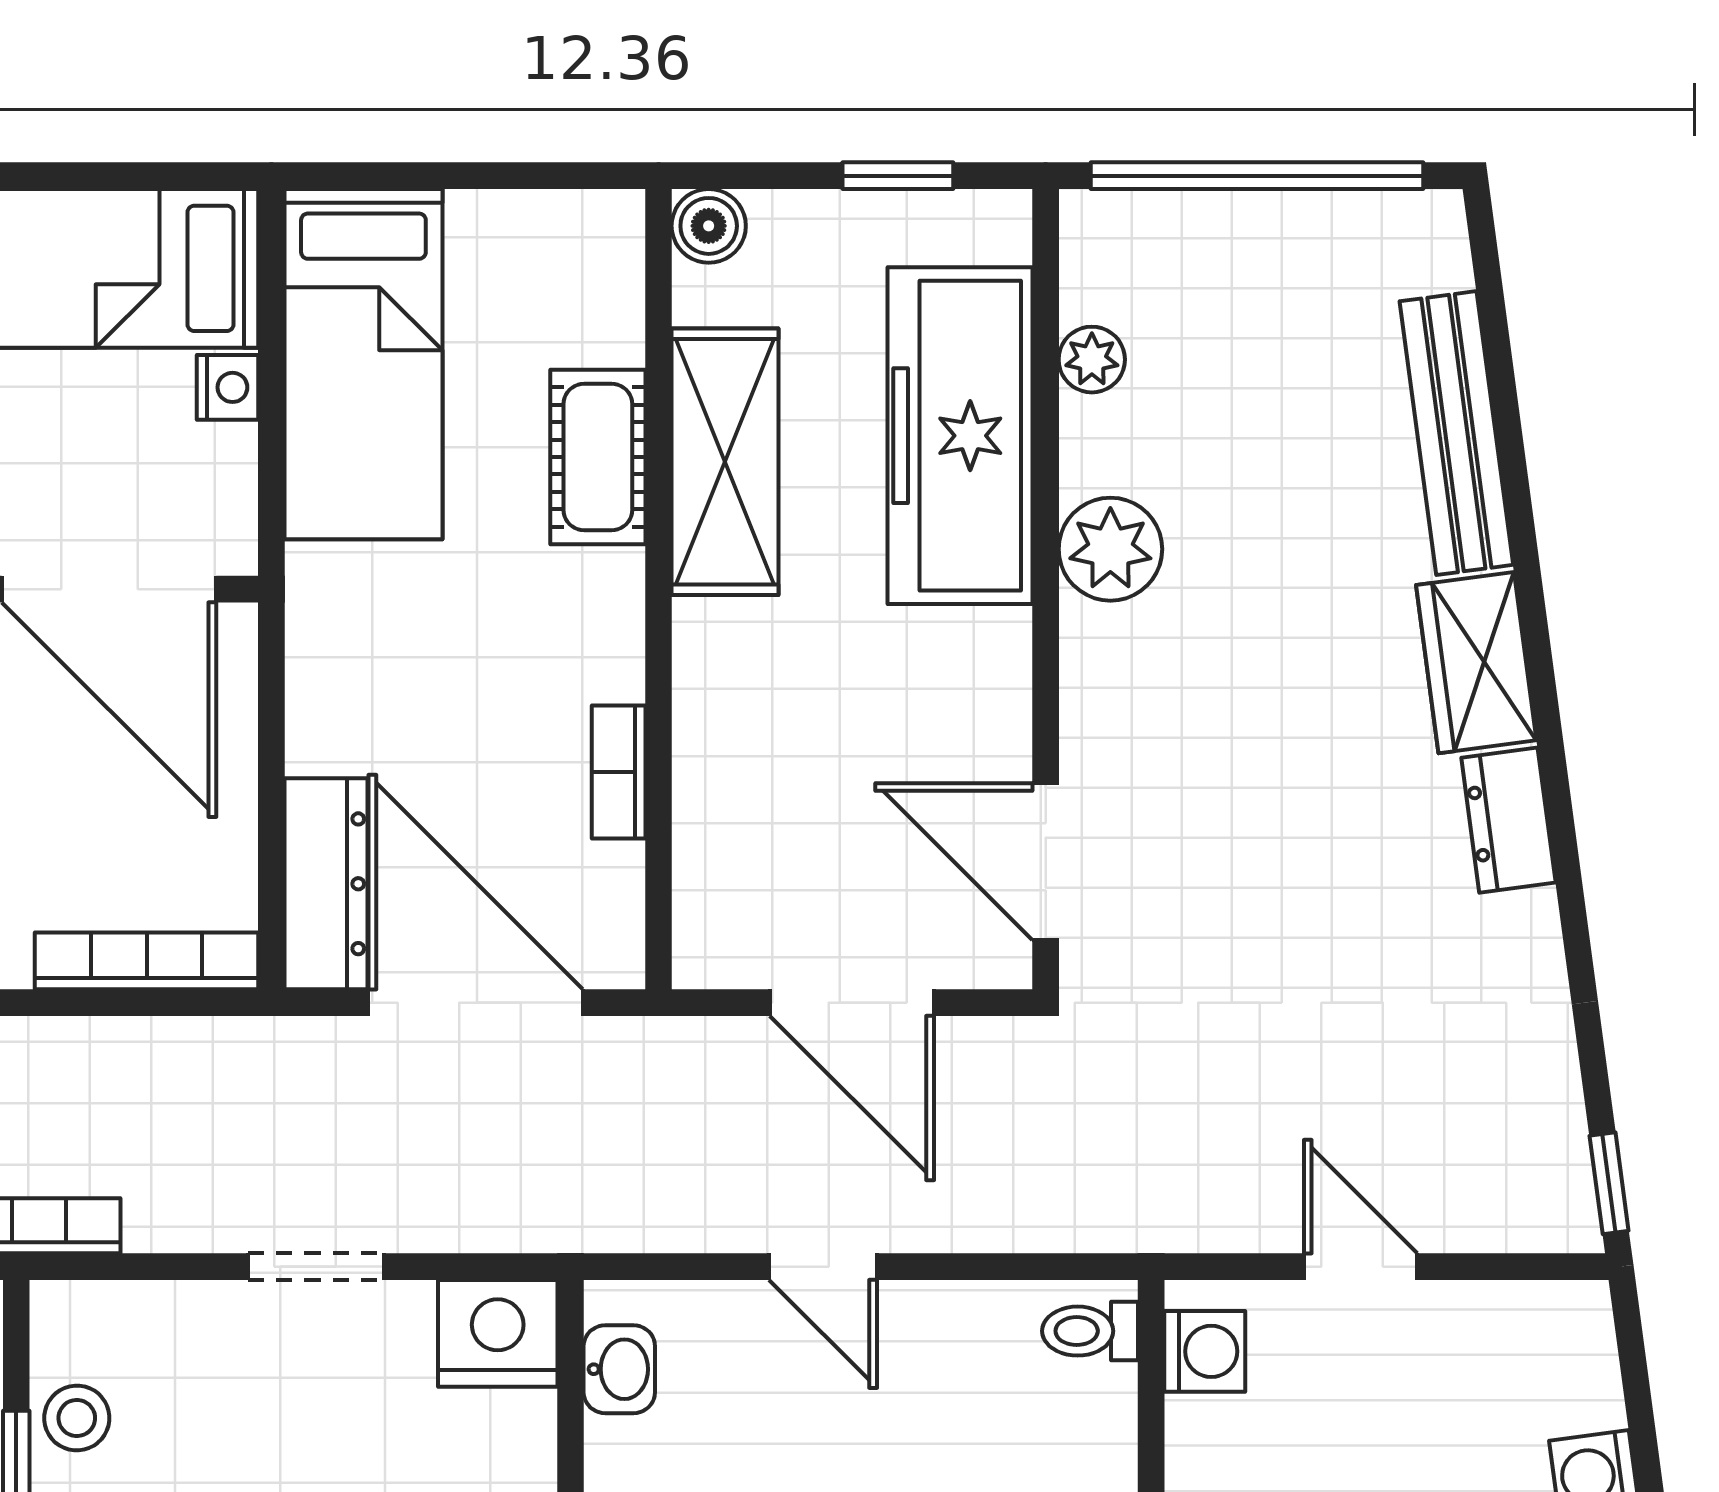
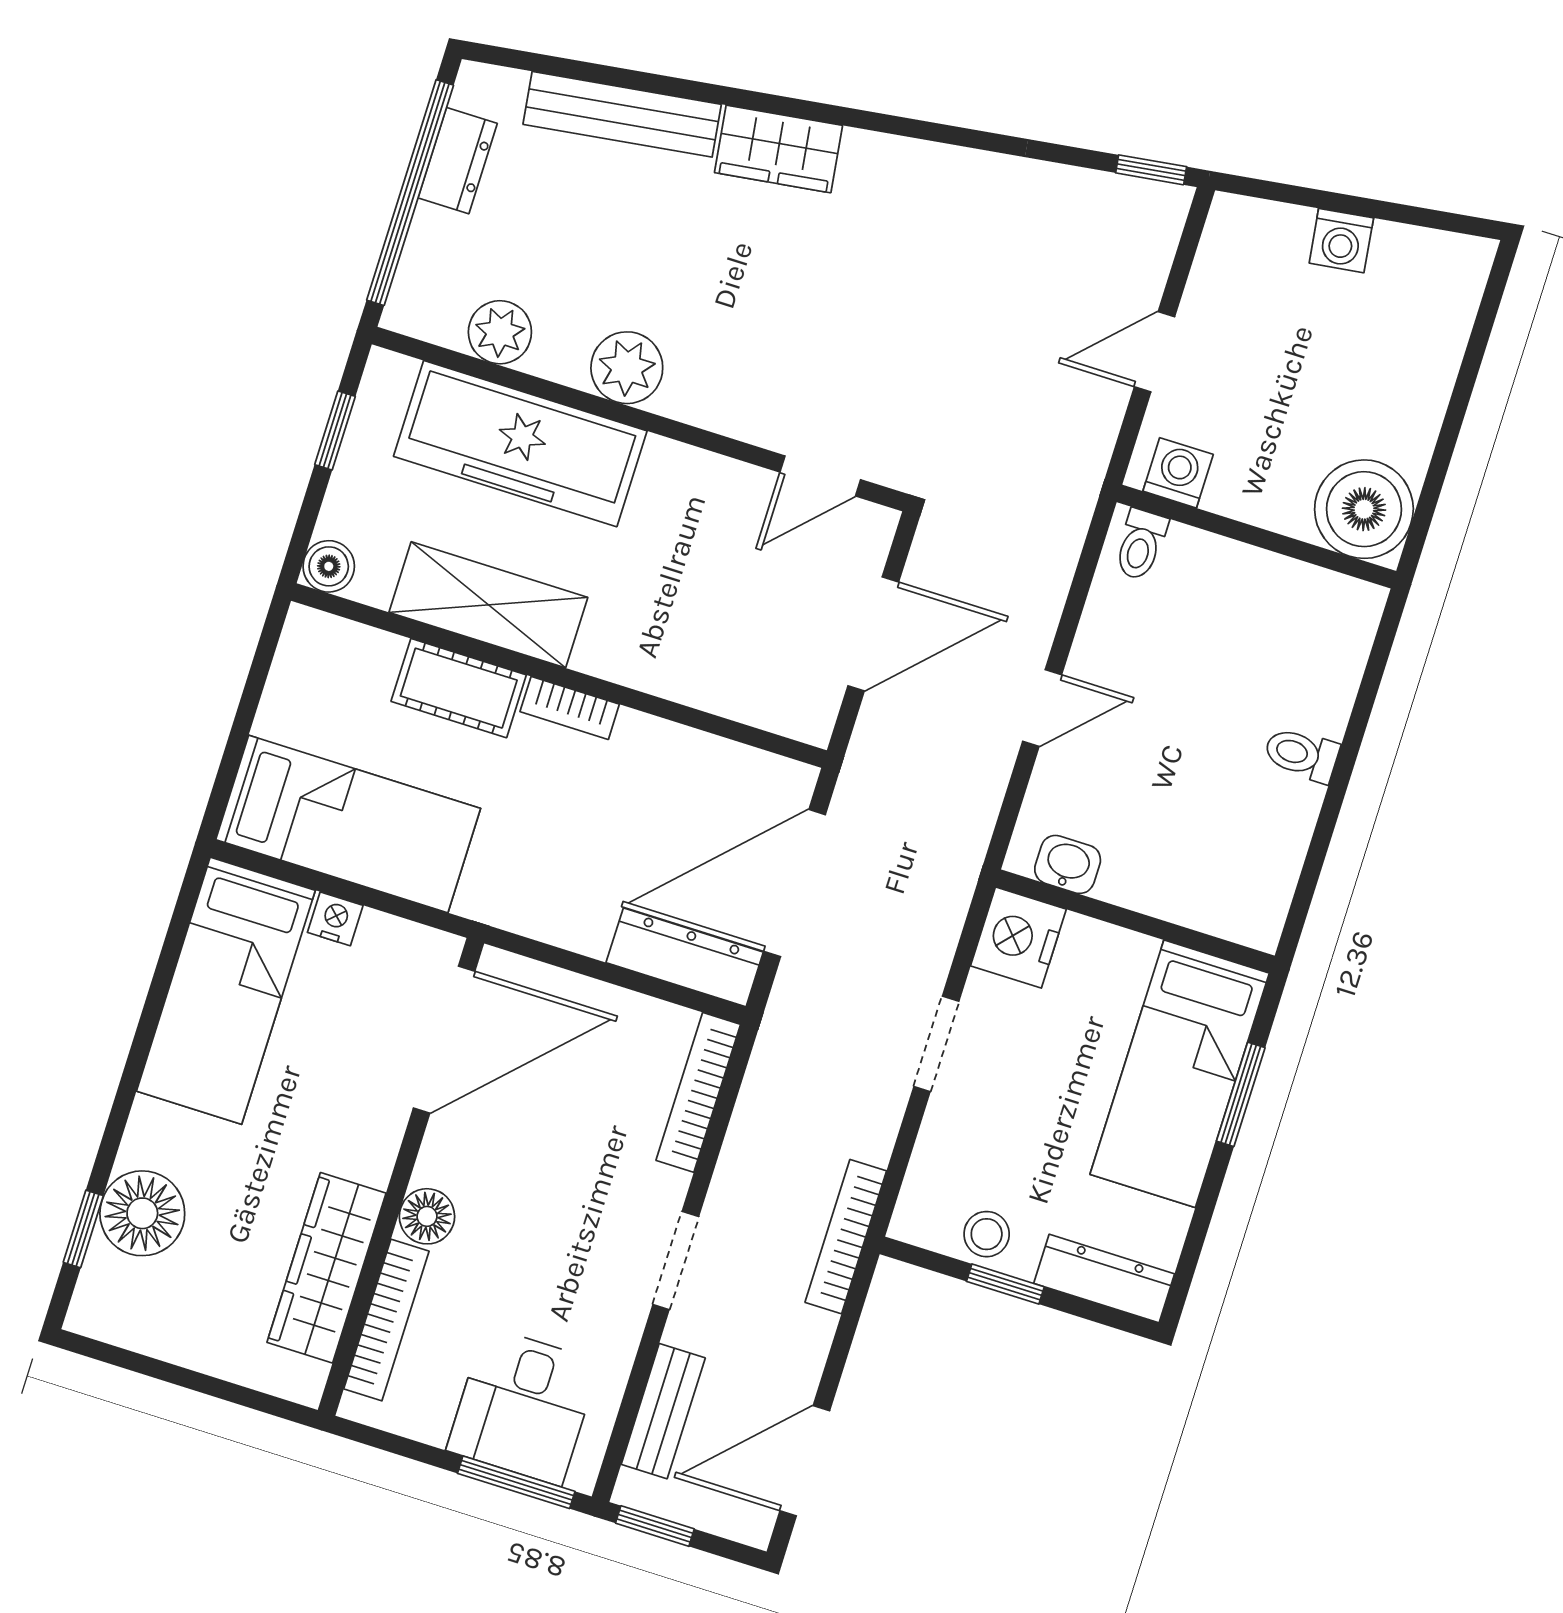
plant: (1092, 360) -> (500, 332), width x1.38, depth x1.38
bookcase: (619, 772) -> (570, 708), moved
dresser: (1508, 820) -> (458, 161), moved, turned -82
door: (1046, 862) -> (820, 476), width x0.73

